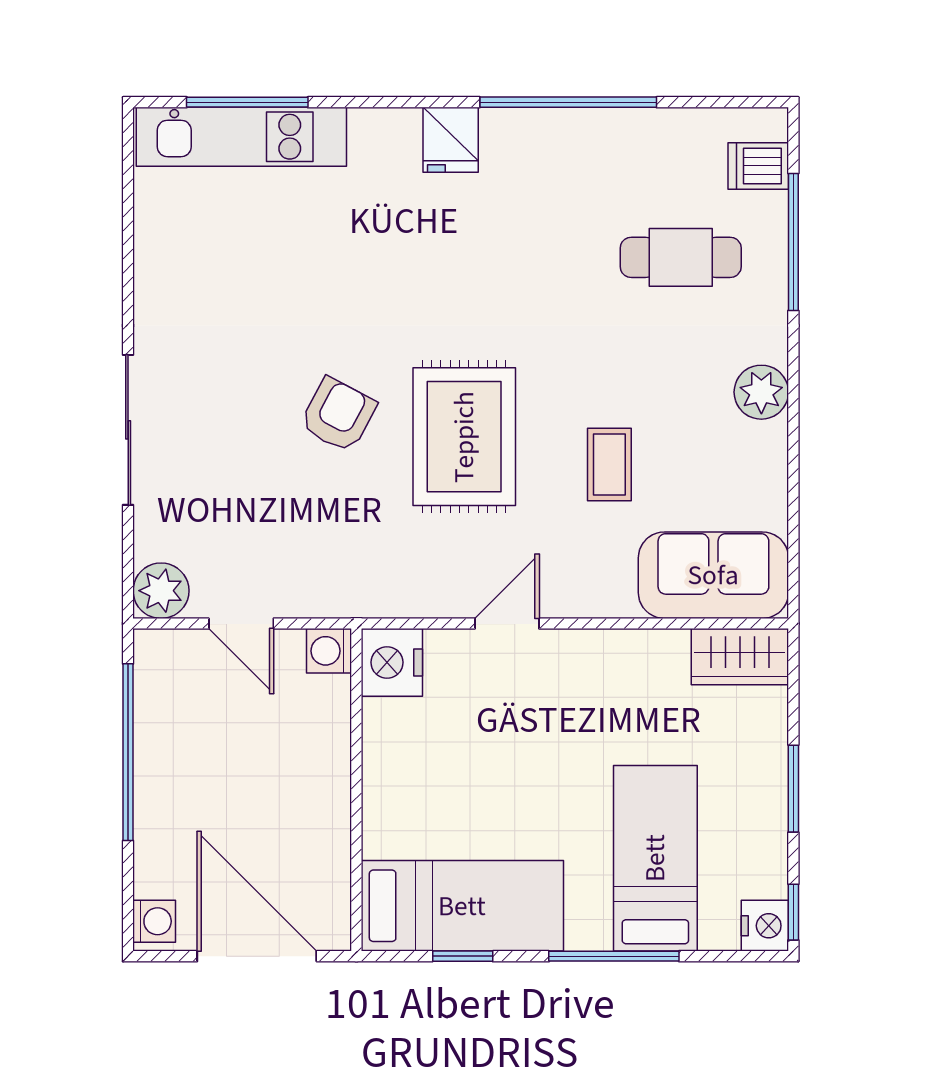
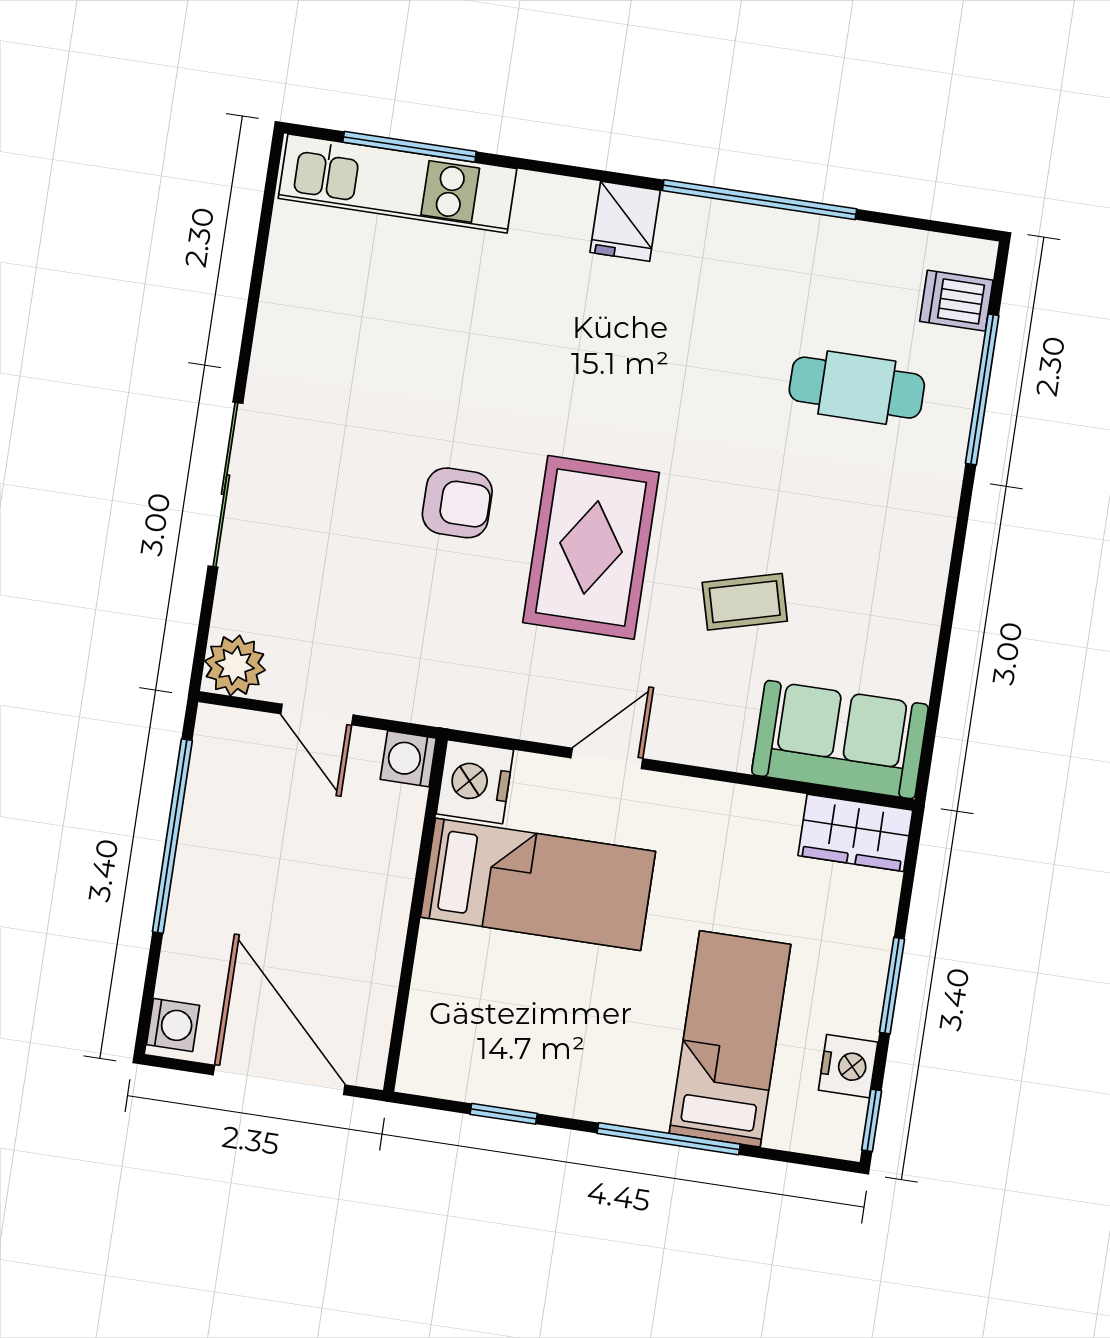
plant: (761, 392) -> (922, 548), removed
armchair: (338, 415) -> (457, 503), turned 62
coffee table: (609, 464) -> (745, 602), turned 75
bed: (462, 906) -> (538, 884), moved
nightstand: (765, 926) -> (848, 1066), moved

